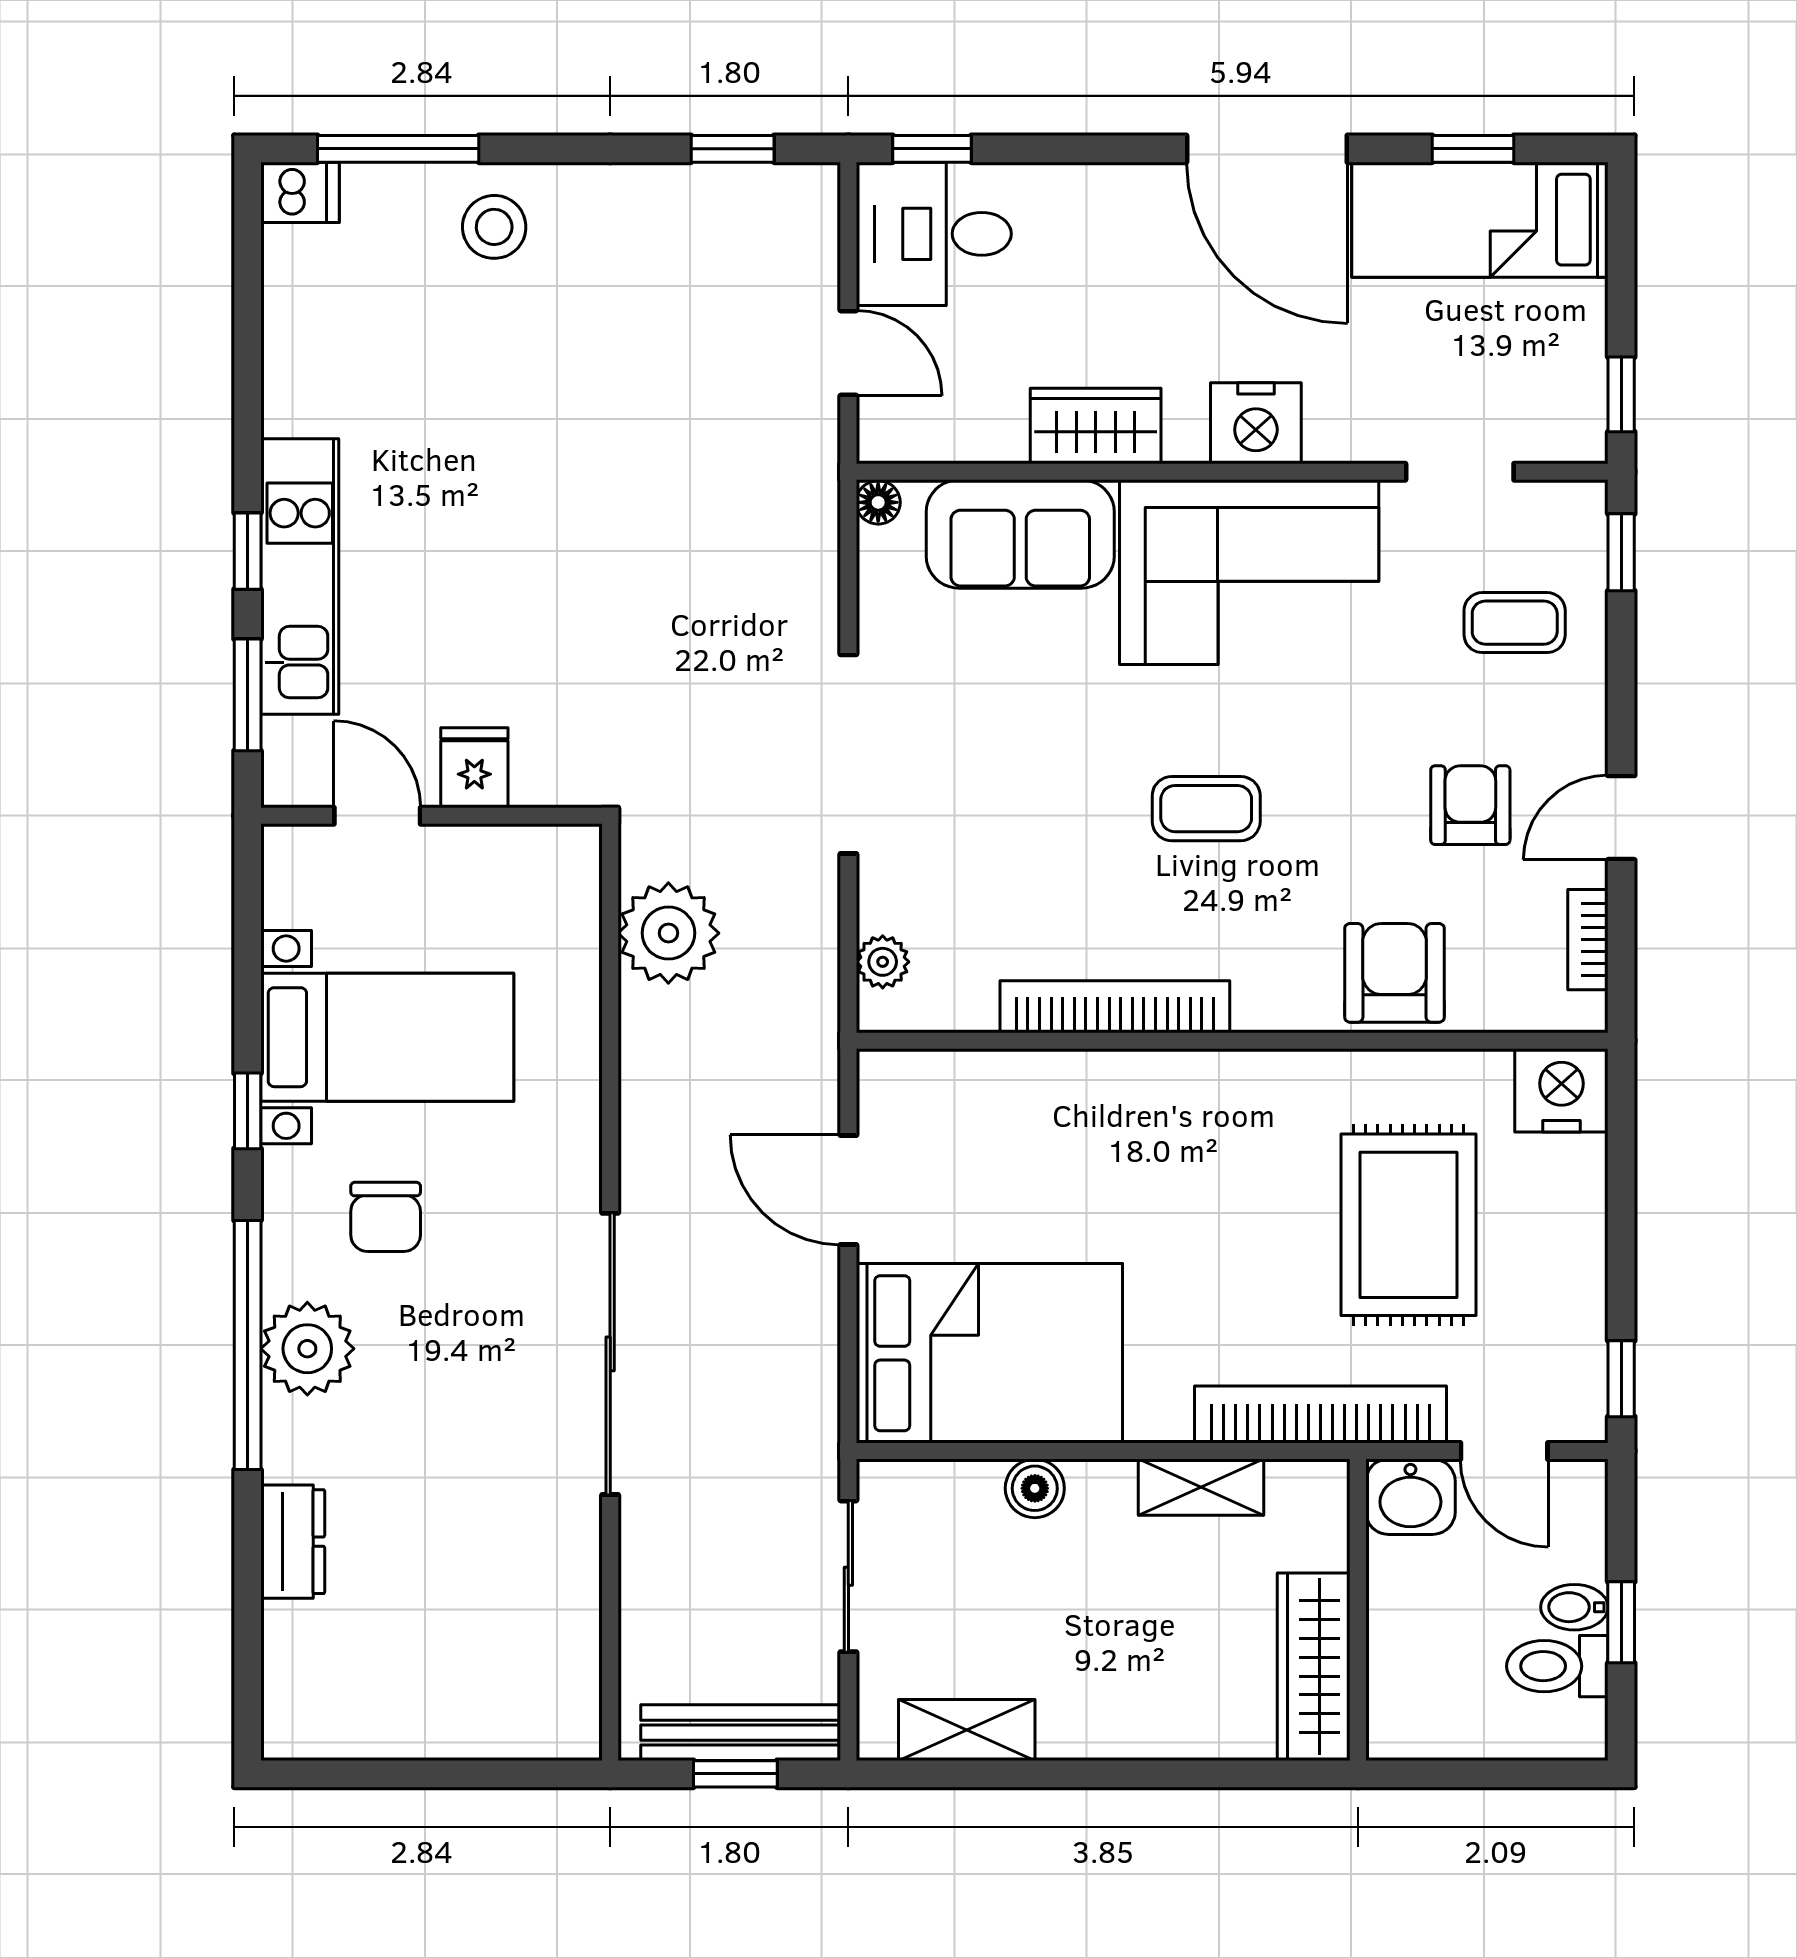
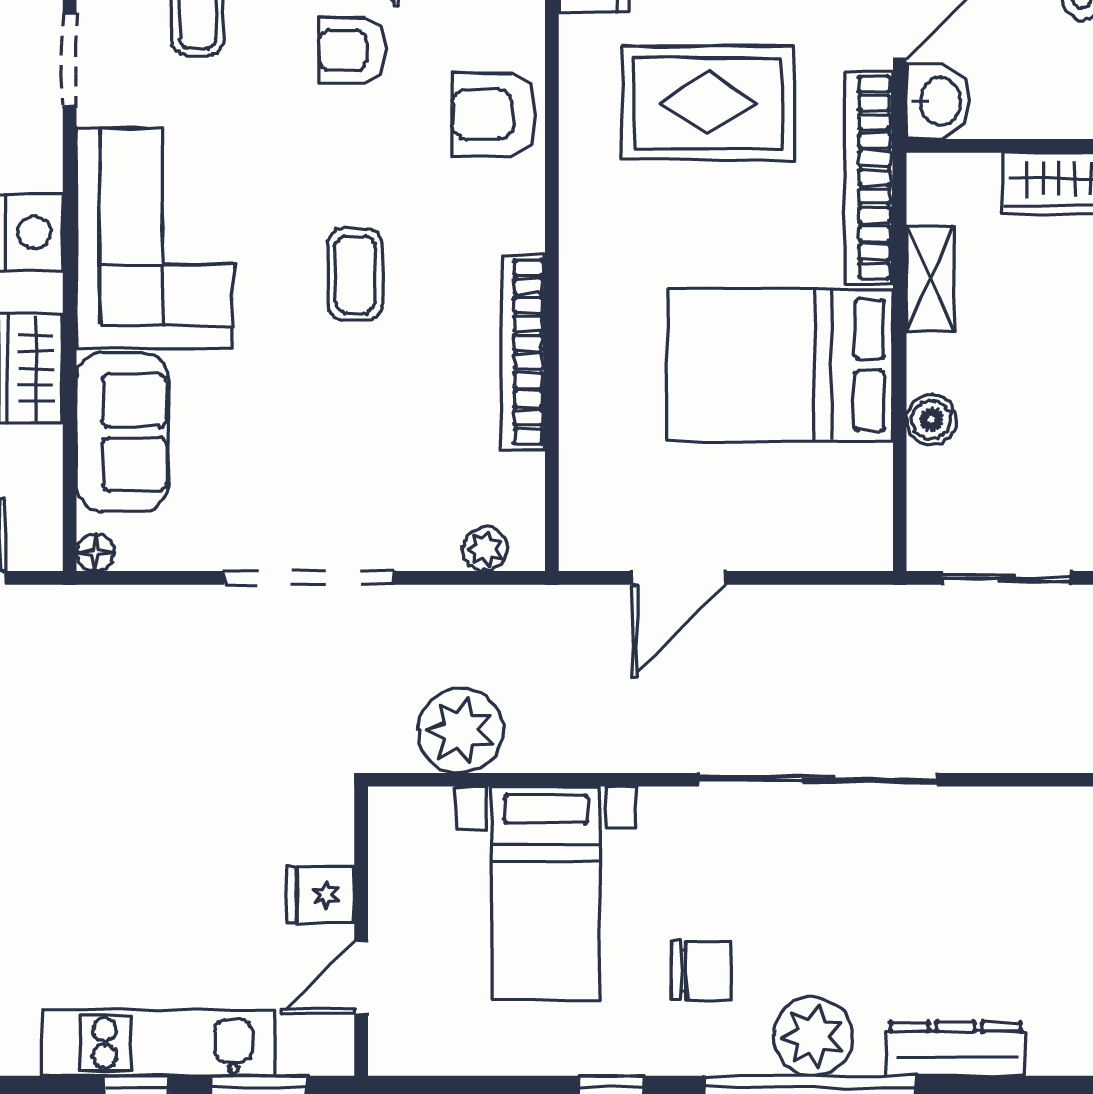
bed with nightstands: (387, 1037) -> (546, 894), moved, turned 180
bed: (989, 1353) -> (780, 365), moved, turned -90
dresser: (293, 1542) -> (956, 1049), width x1.44

